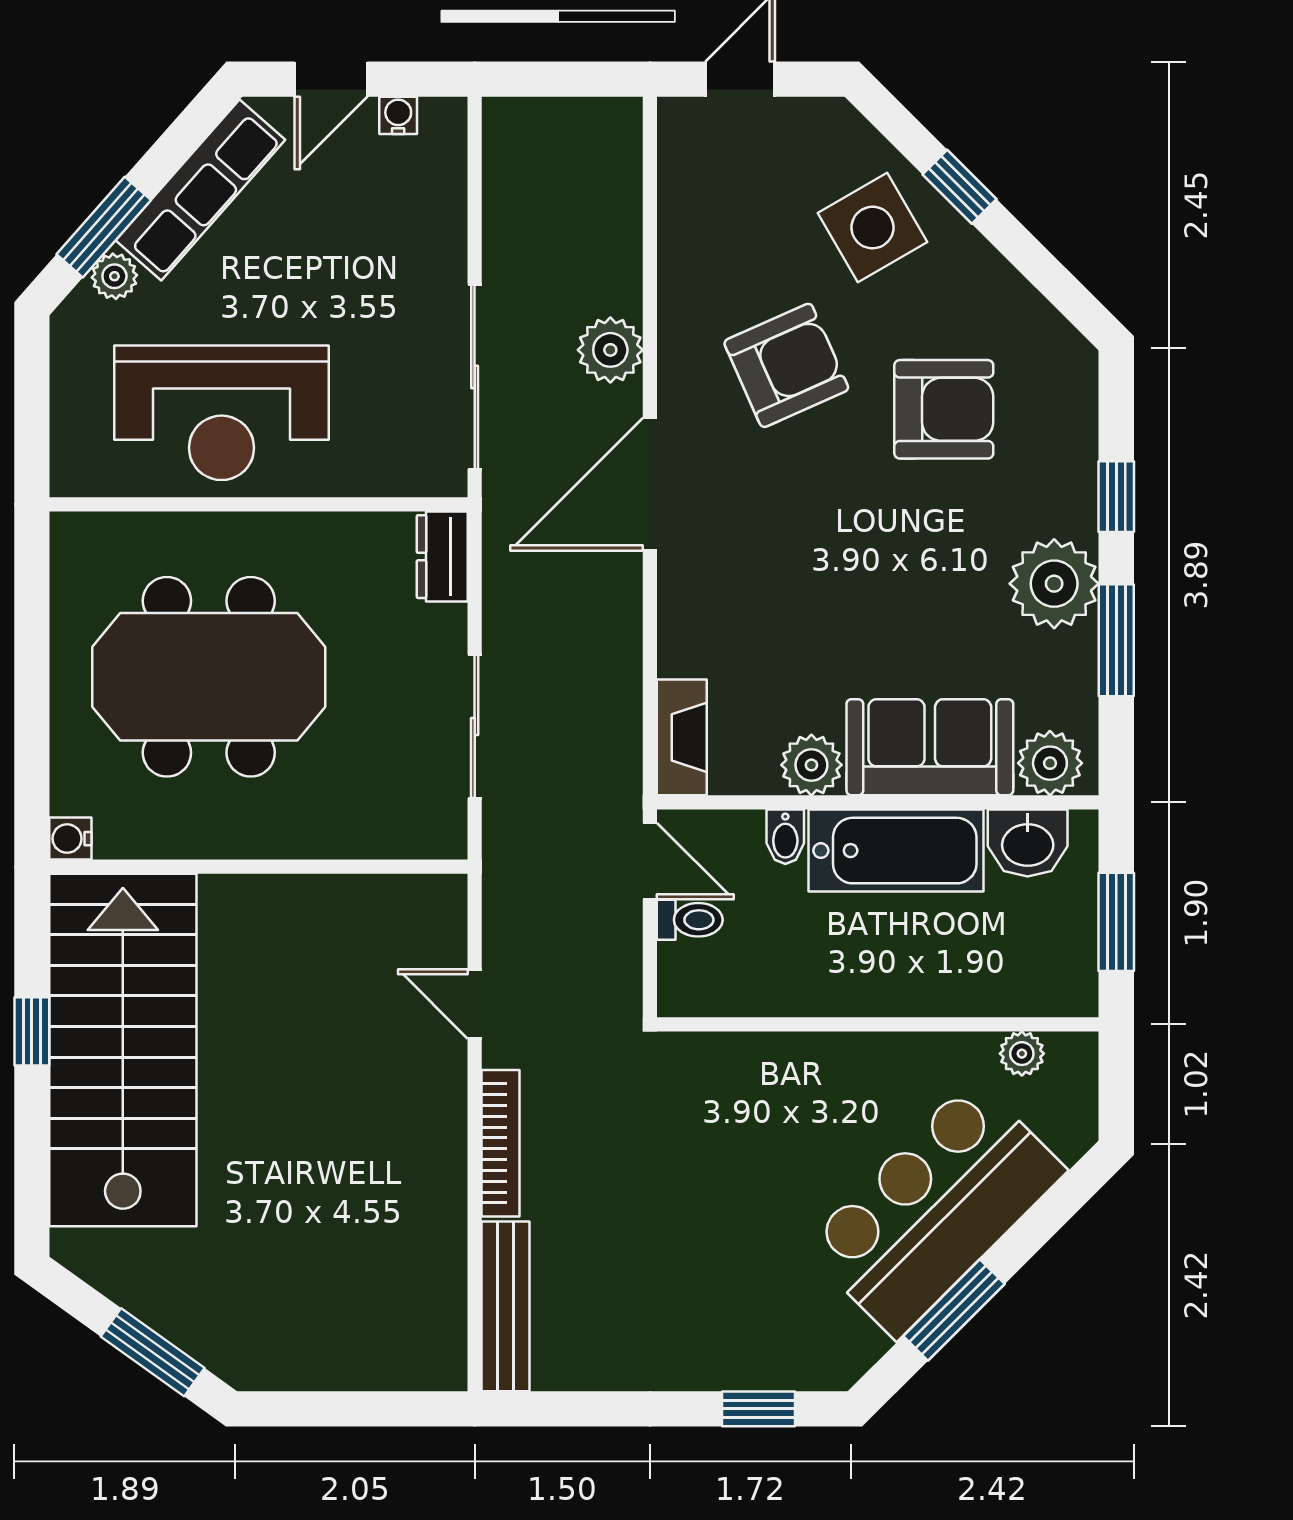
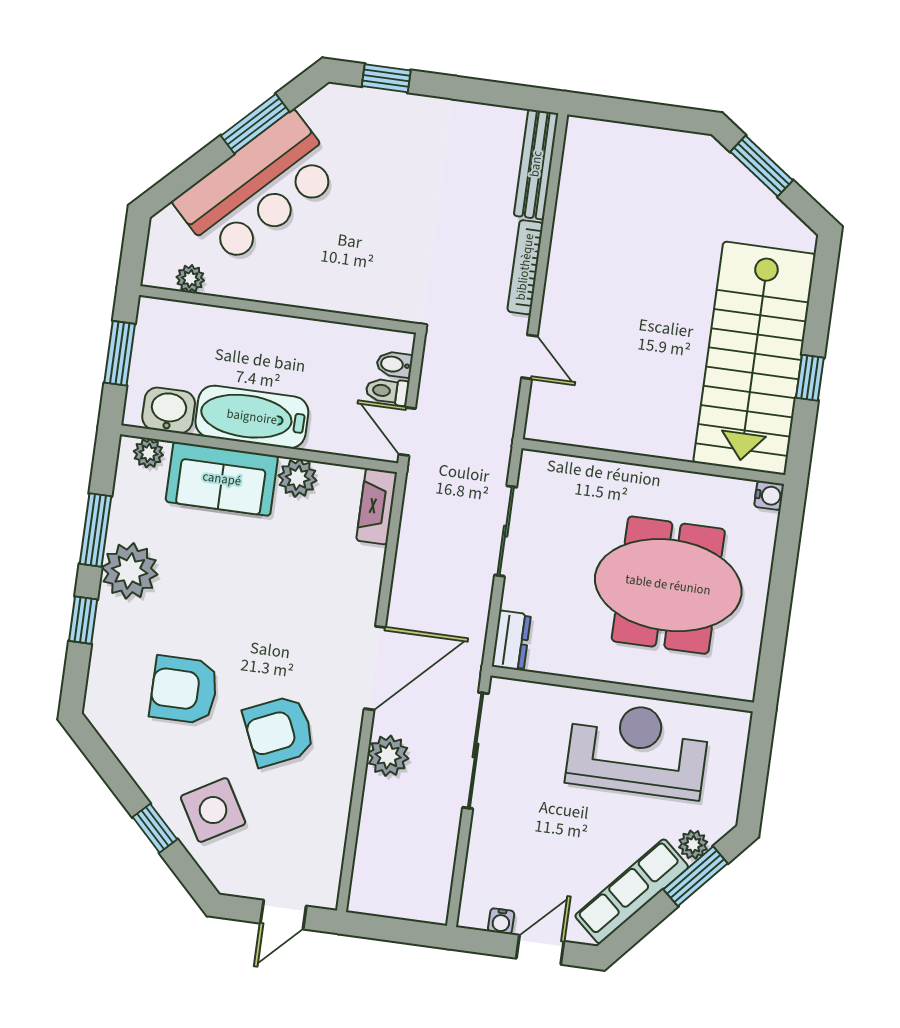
plant: (1050, 763) -> (148, 453), width x0.73, depth x0.73
bidet: (785, 837) -> (394, 364), moved, turned -90

